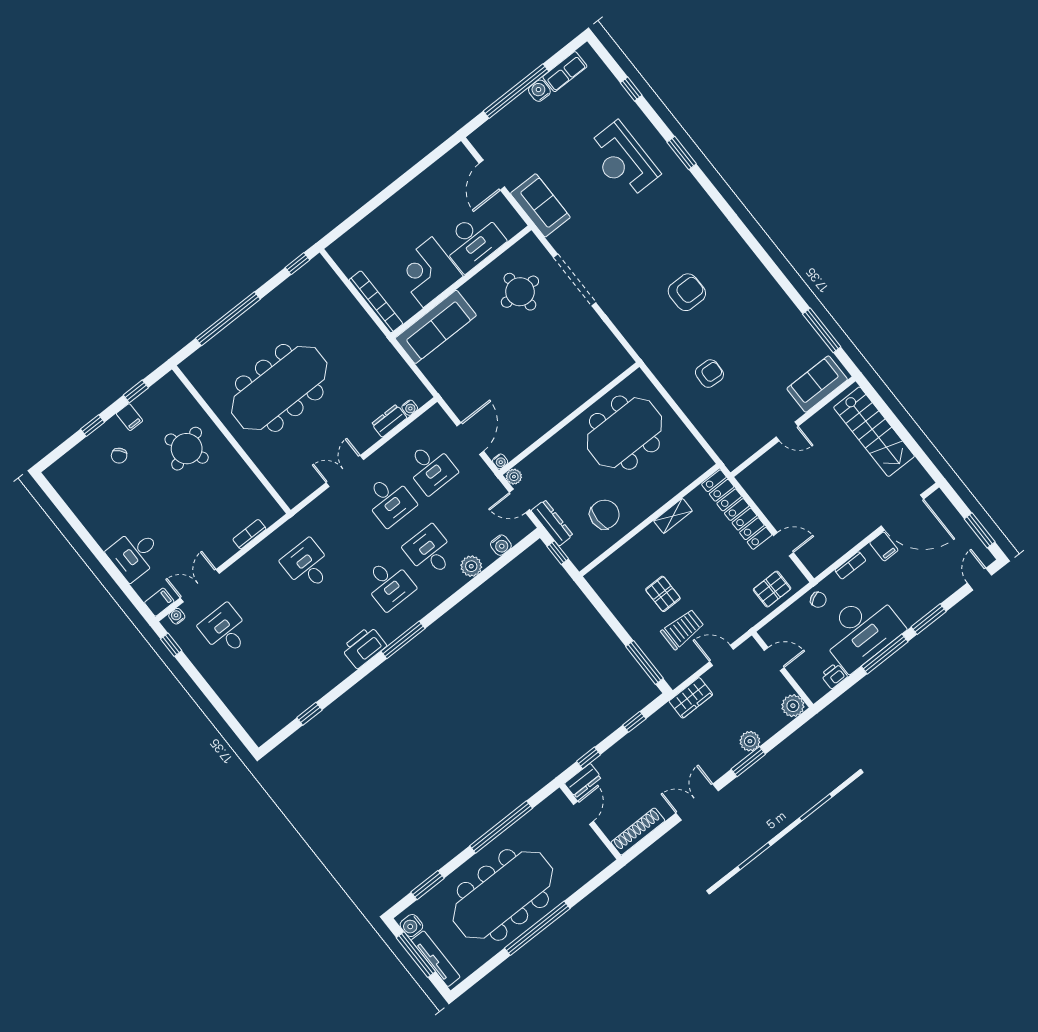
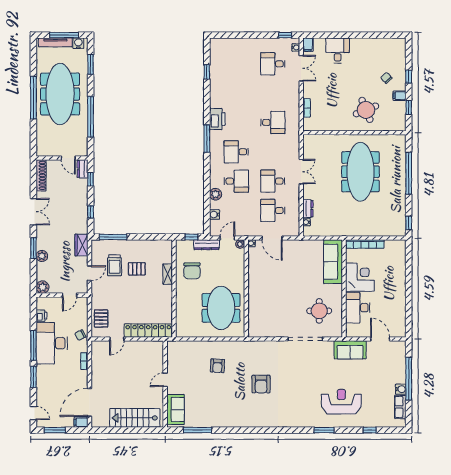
shelving: (673, 516) -> (168, 274), moved
filing cabinet: (884, 546) -> (81, 422), moved
desk: (225, 630) -> (273, 64), turned 180

